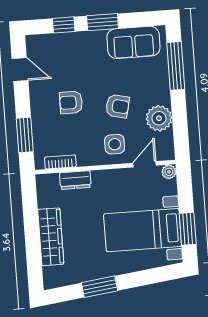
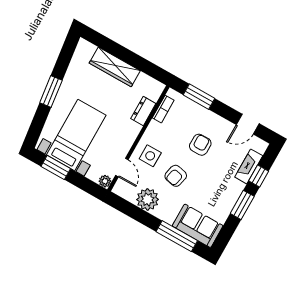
fireplace: (61, 41) -> (249, 166), added
sofa: (133, 42) -> (198, 226), moved, turned 90
window: (99, 287) -> (51, 91), moved

